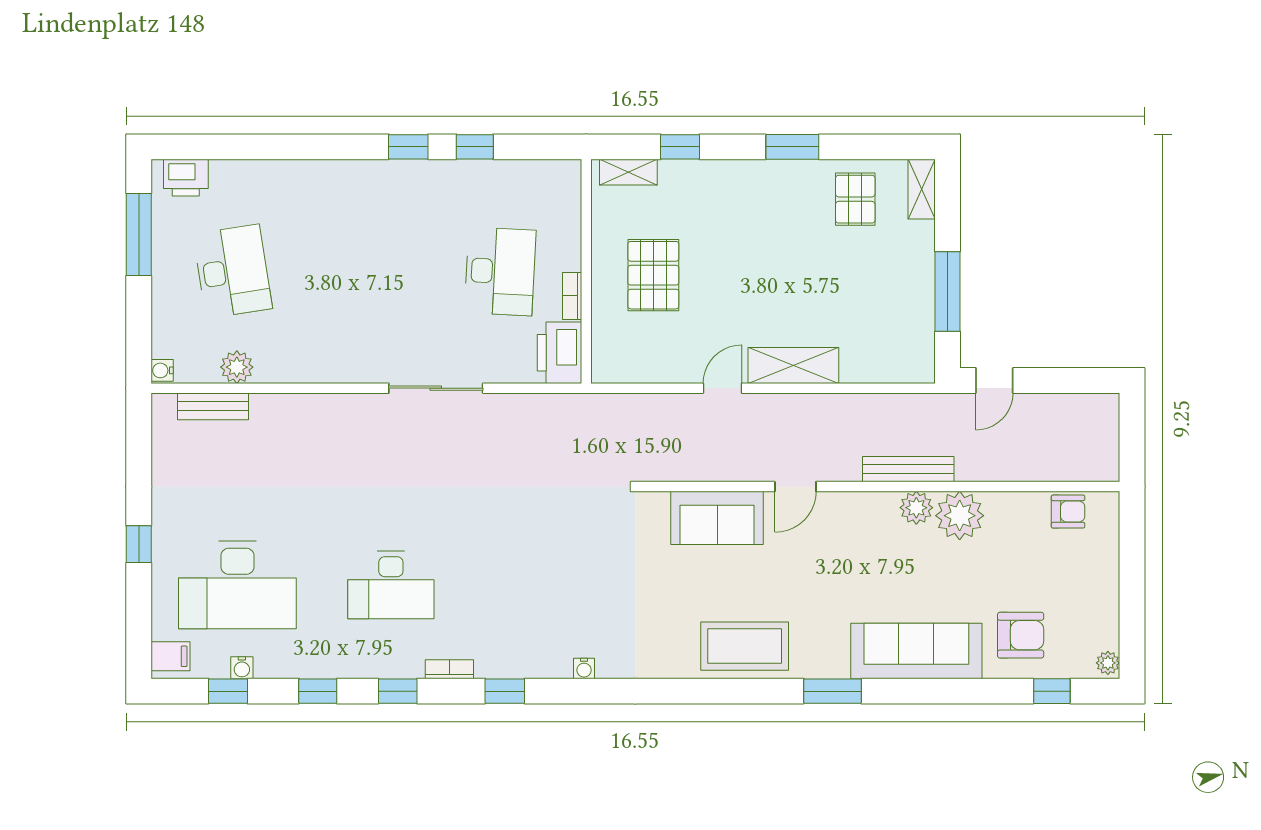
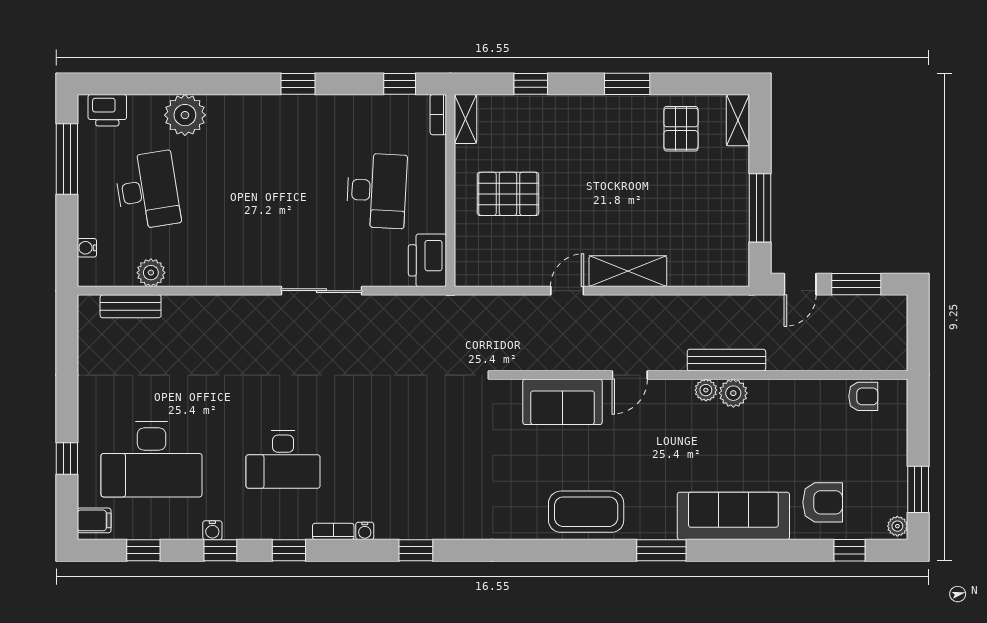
window: (475, 147) -> (400, 84), moved
shelving: (628, 172) -> (465, 119), moved, turned 90
plant: (276, 183) -> (185, 115), added
pallet: (653, 275) -> (508, 194), turned 90
bookcase: (572, 296) -> (438, 115), moved
water cooler: (162, 370) -> (87, 248), moved
window: (1060, 380) -> (856, 284), added
plant: (960, 516) -> (706, 390), moved, width x0.53, depth x0.53
window: (139, 544) -> (67, 459), moved
window: (1132, 620) -> (918, 489), added
water cooler: (242, 668) -> (212, 530), moved
water cooler: (584, 668) -> (365, 531), moved
window: (505, 691) -> (416, 550), moved

